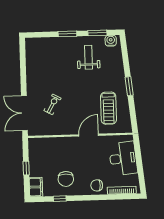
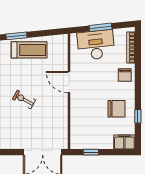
exercise bike: (53, 104) -> (24, 100), moved
treadmill: (109, 108) -> (29, 50), moved
window: (139, 162) -> (101, 27), added
window: (26, 168) -> (91, 152), moved

